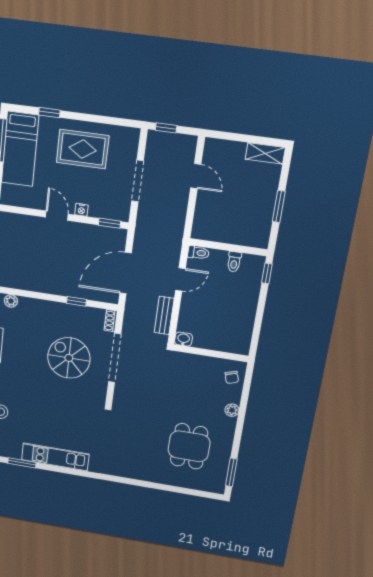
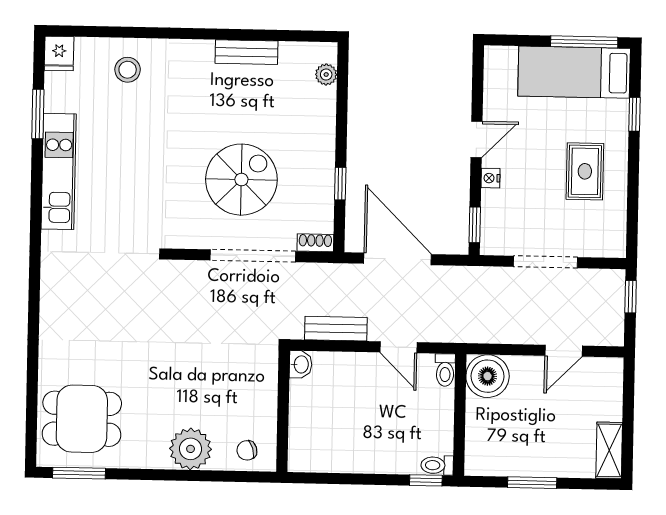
rug: (83, 149) -> (585, 171), width x0.73, depth x0.70
boiler: (206, 227) -> (488, 376), added
toilet: (234, 262) -> (437, 465), moved
plant: (232, 410) -> (191, 449), width x1.87, depth x1.87
dining table: (189, 446) -> (82, 419), moved

